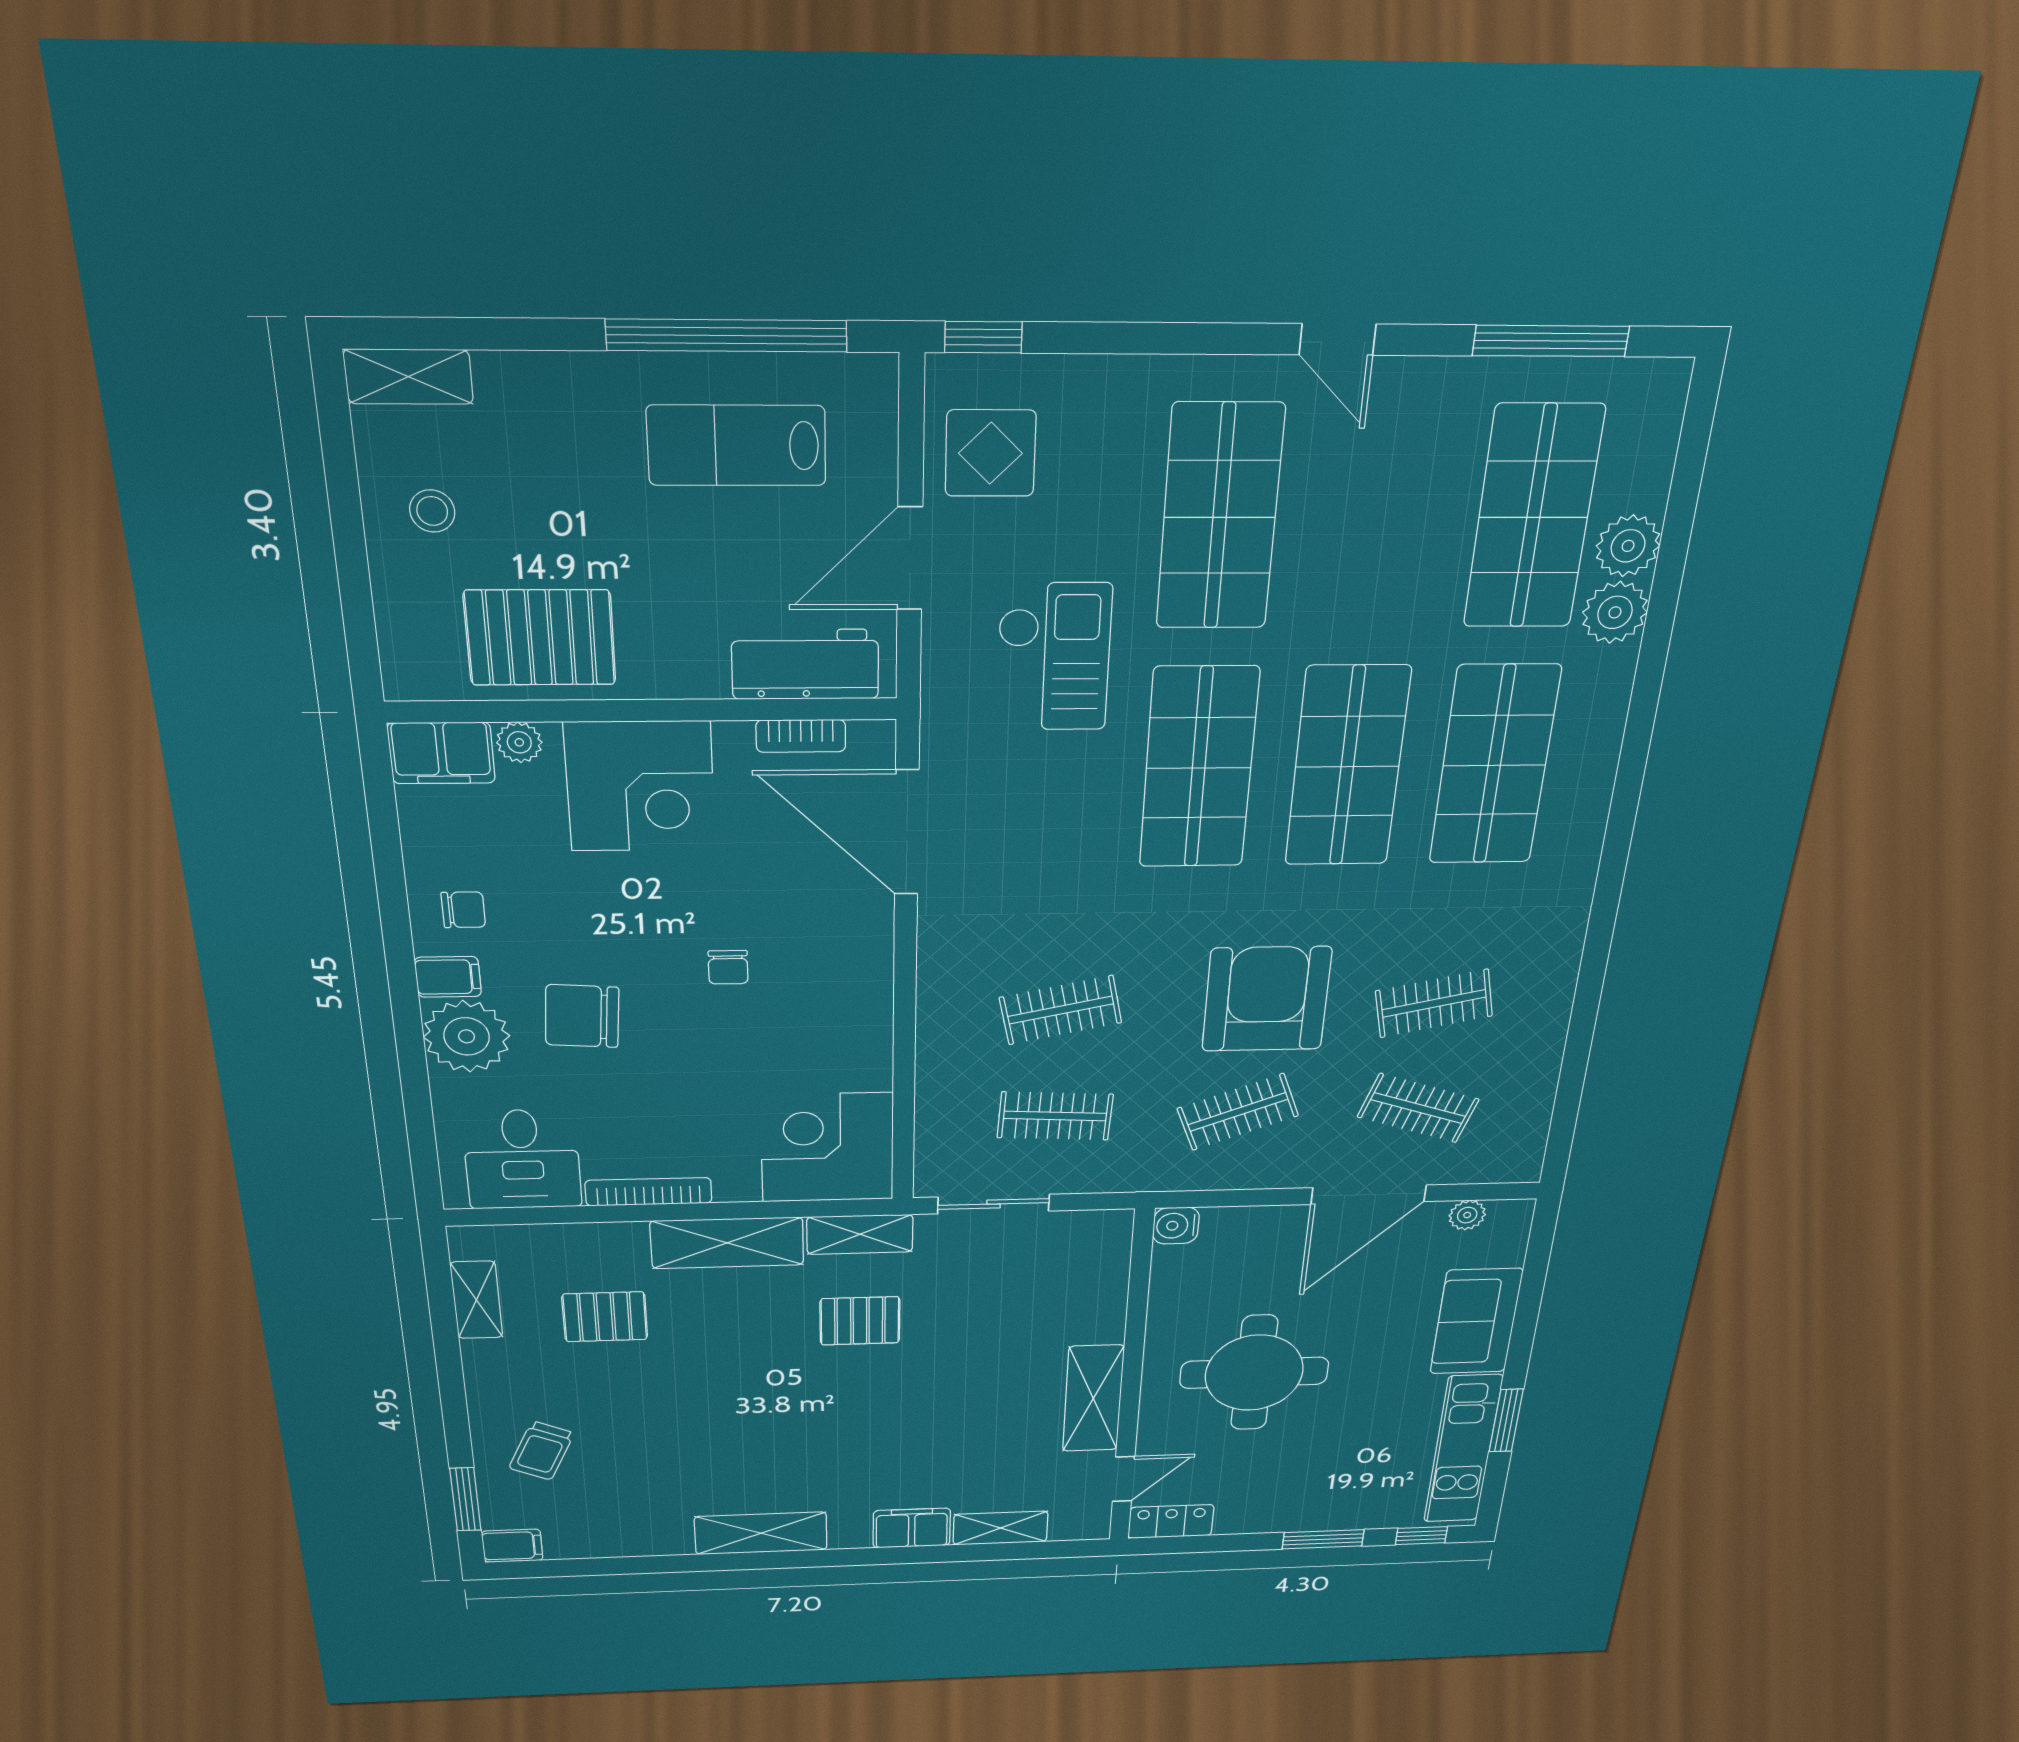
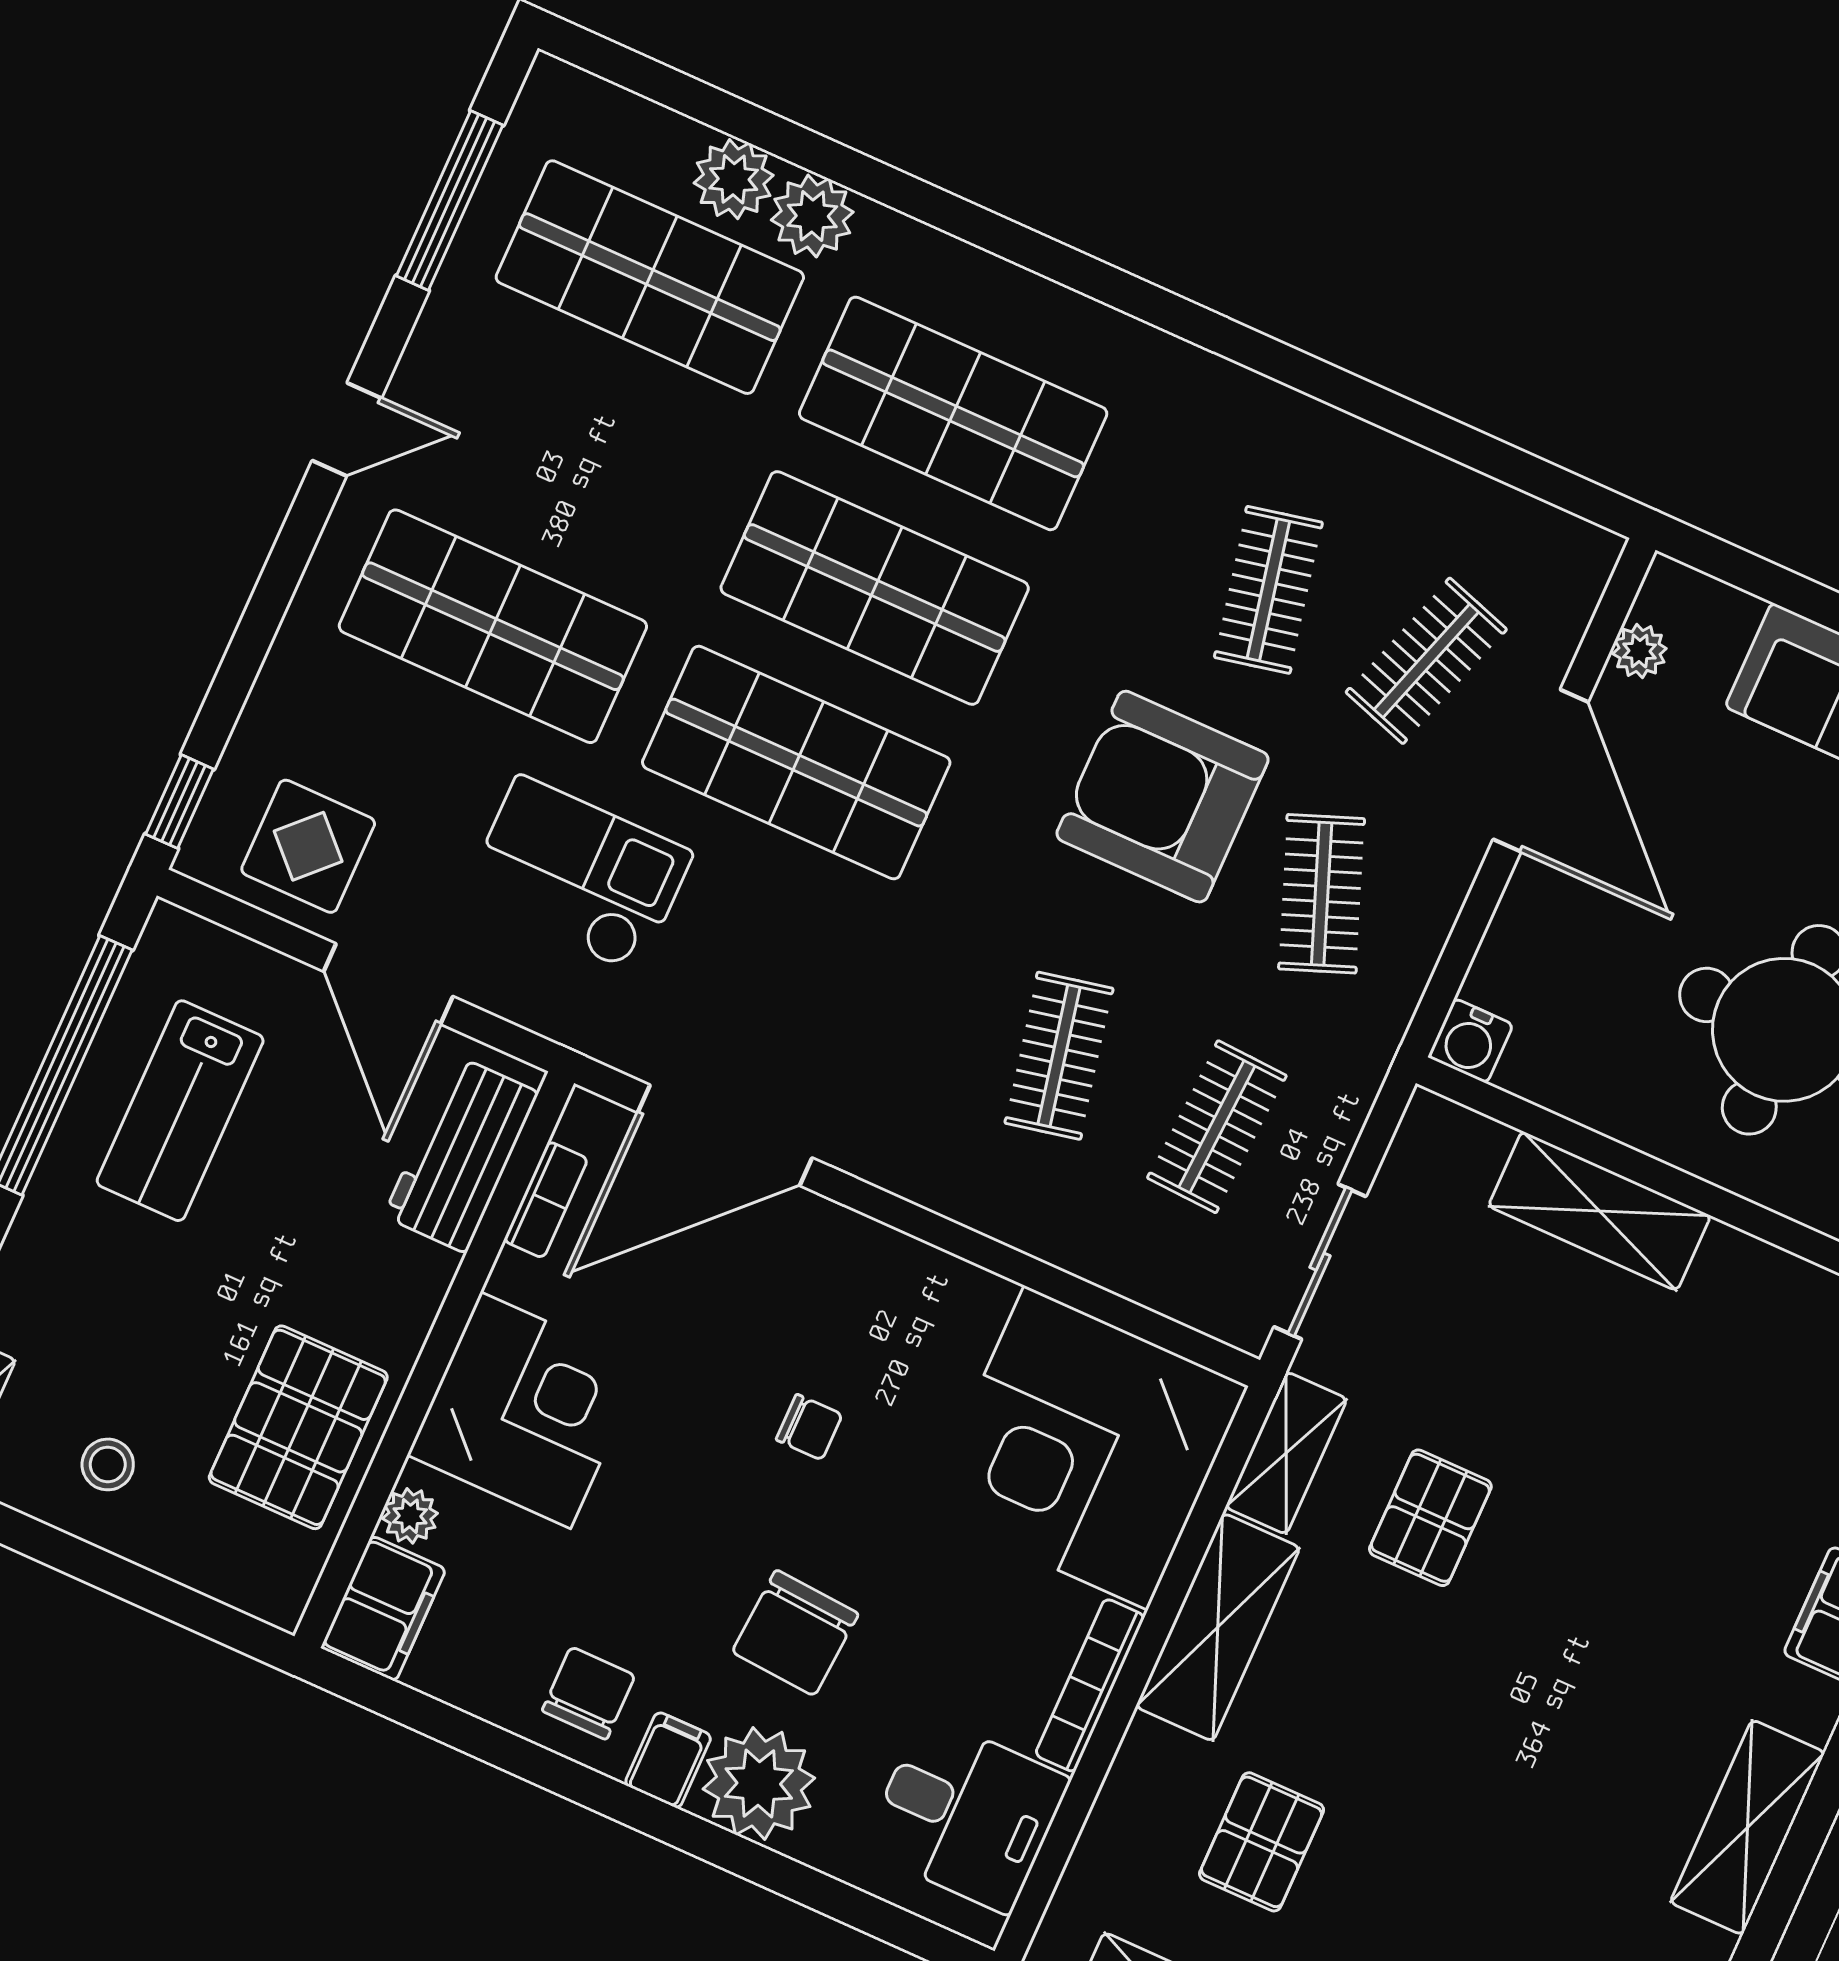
chair: (463, 910) -> (589, 1693), width x1.37, depth x1.37
corner desk: (827, 1148) -> (1086, 1448), width x1.36, depth x1.36
shelving: (1093, 1399) -> (1599, 1211), moved

